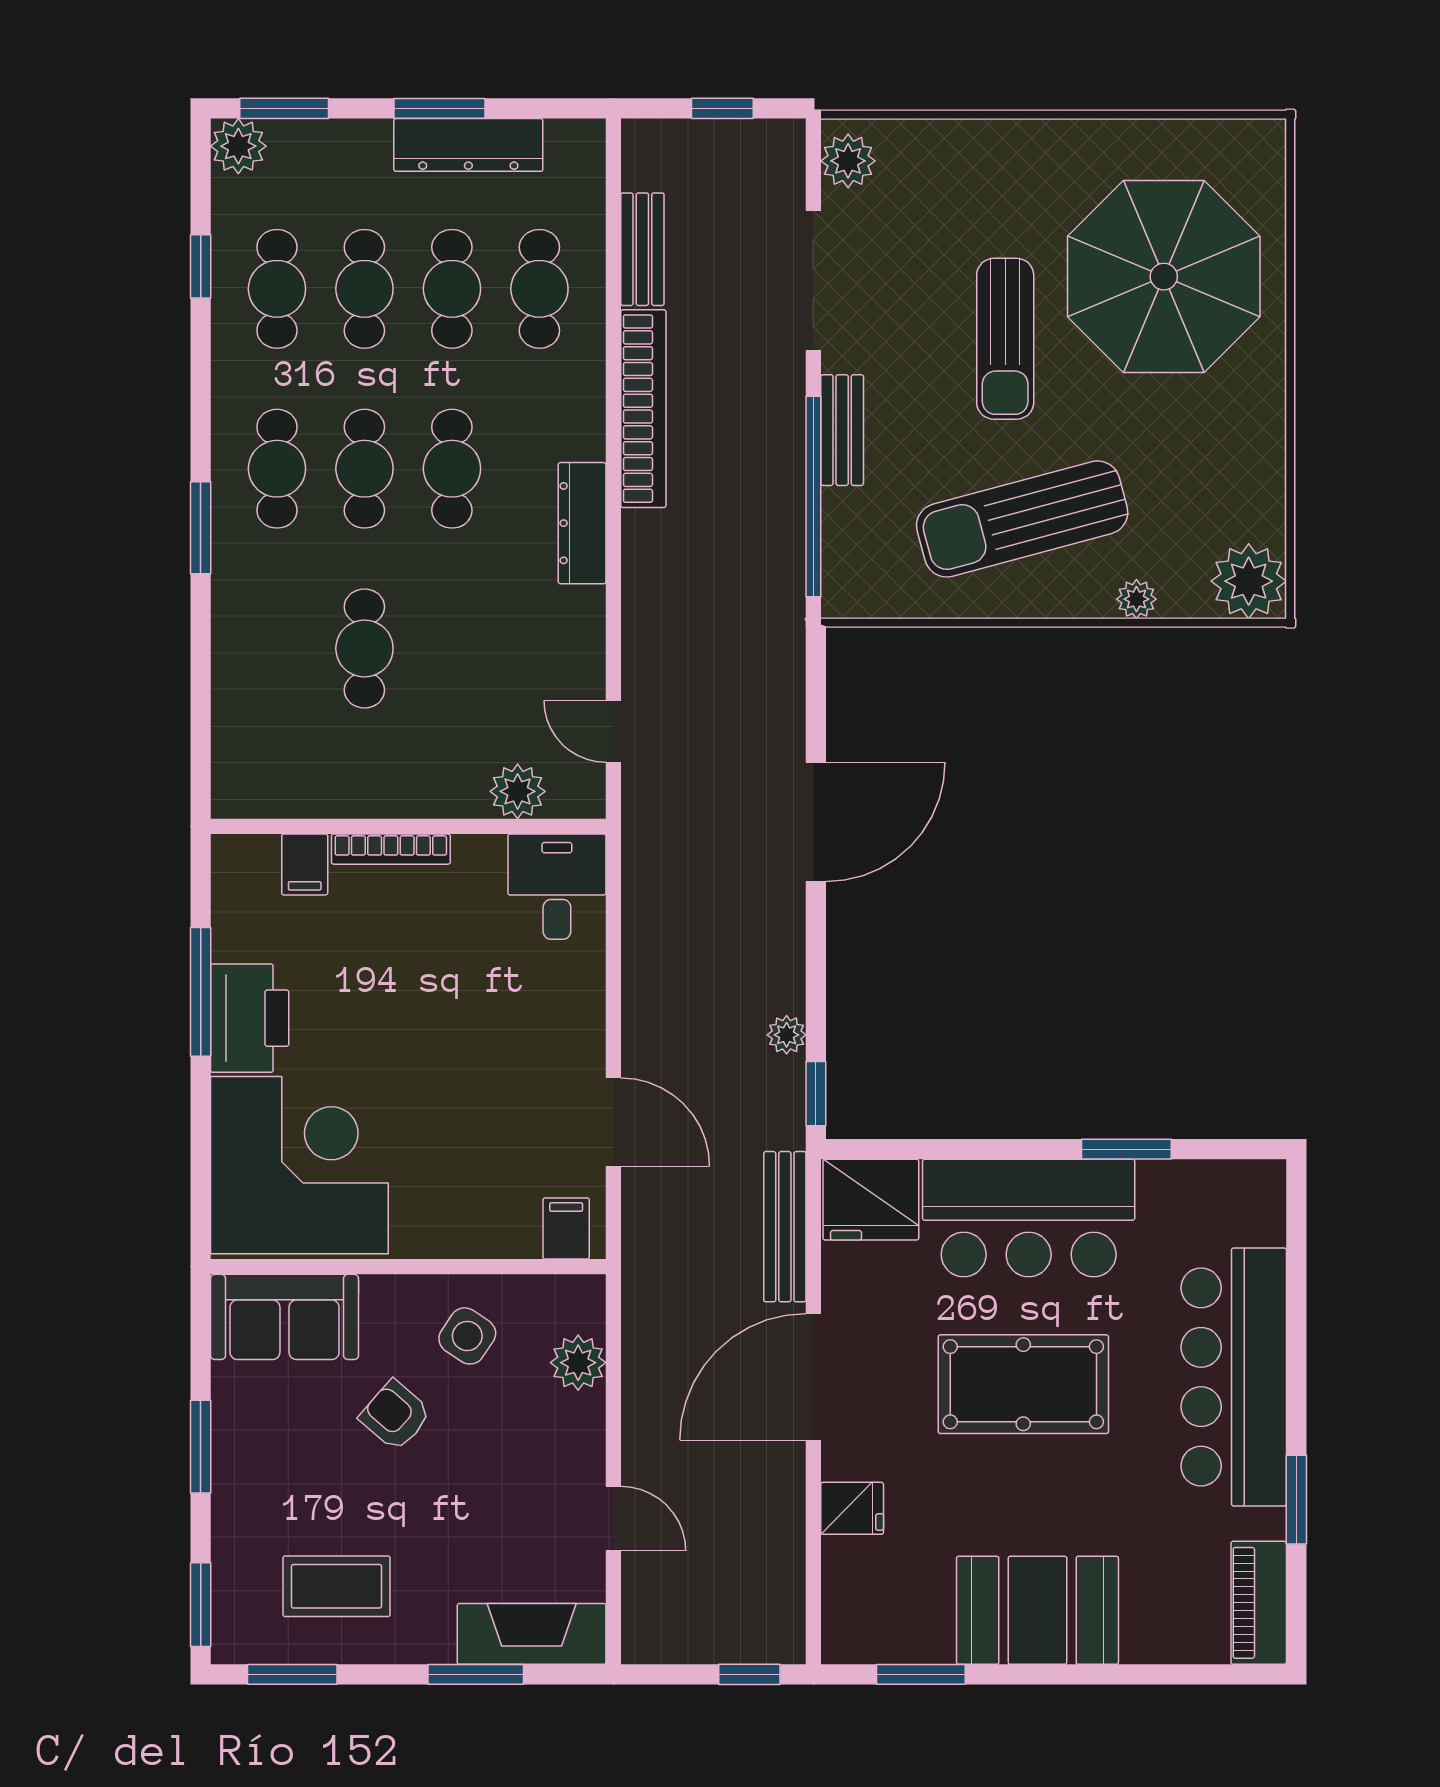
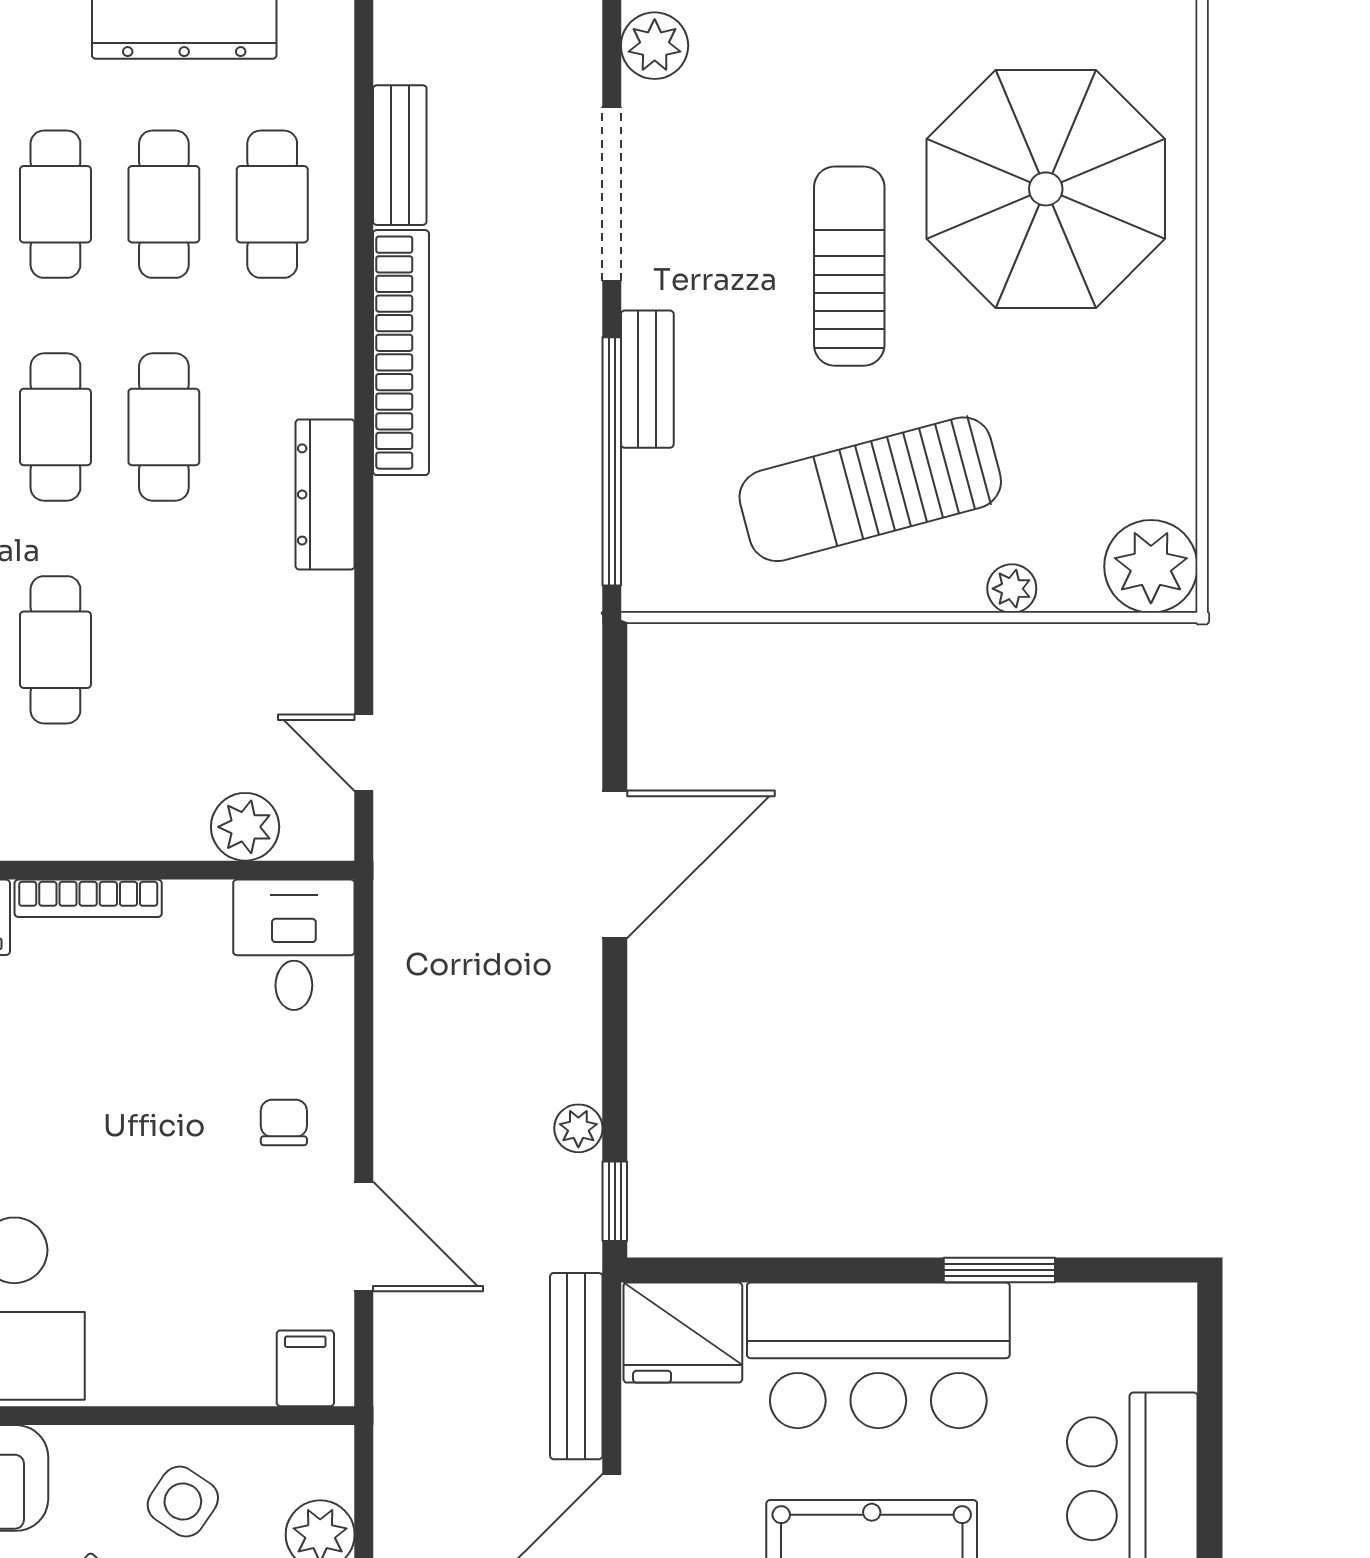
sun lounger: (1005, 339) -> (849, 266), turned 180
chair: (549, 1030) -> (284, 1122), added

